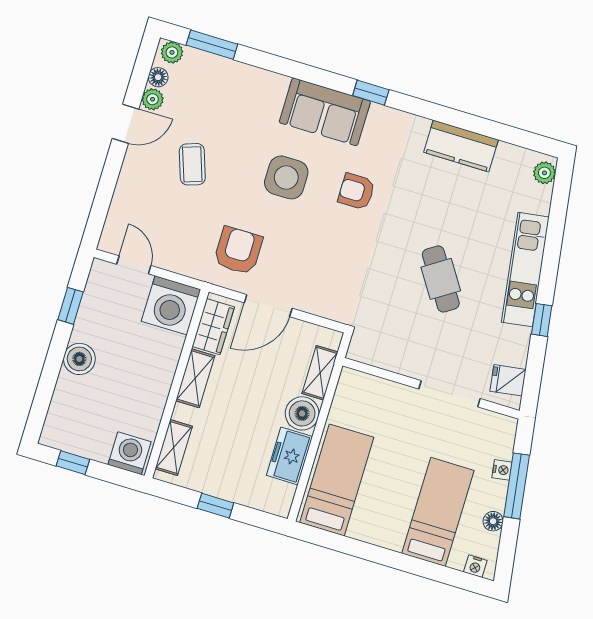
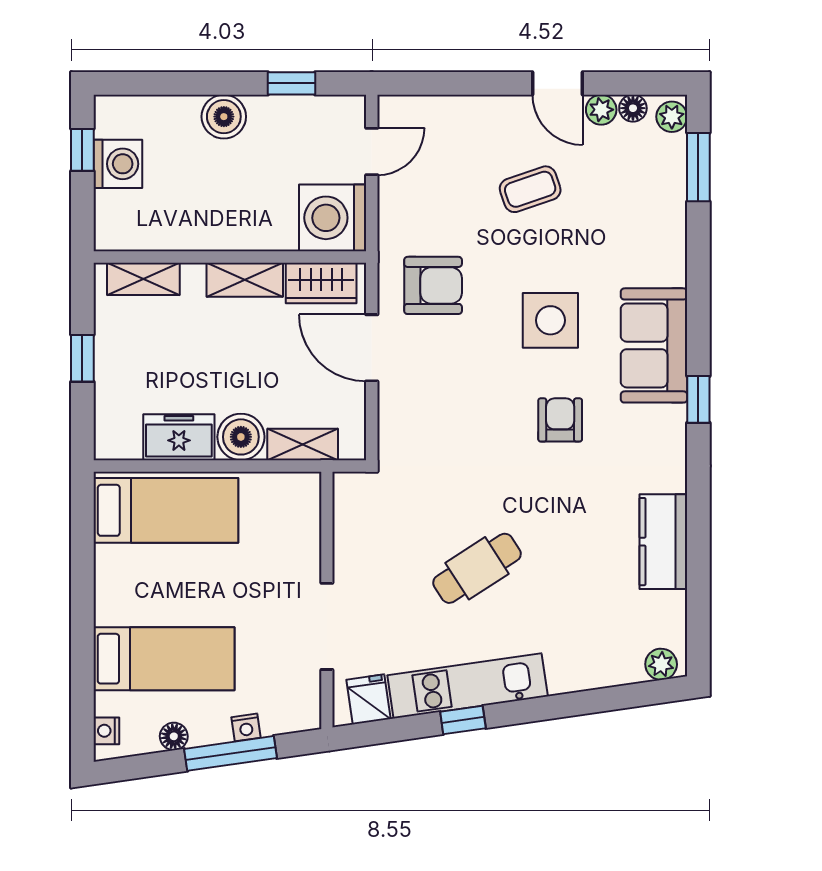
kitchen unit: (525, 270) -> (468, 686), moved
washing machine: (129, 453) -> (118, 164), moved

